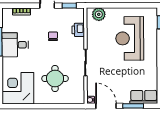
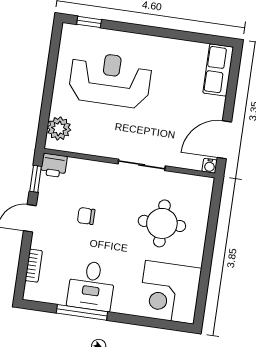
printer: (78, 30) -> (54, 165), moved
reception desk: (130, 38) -> (110, 80), turned 180
window: (133, 106) -> (231, 91), removed

